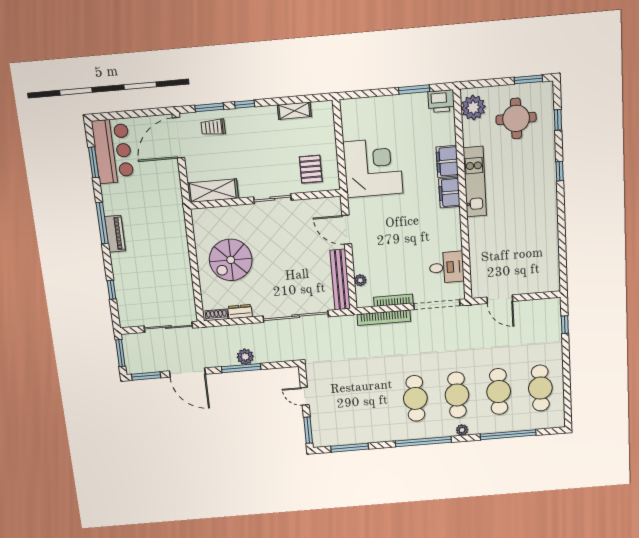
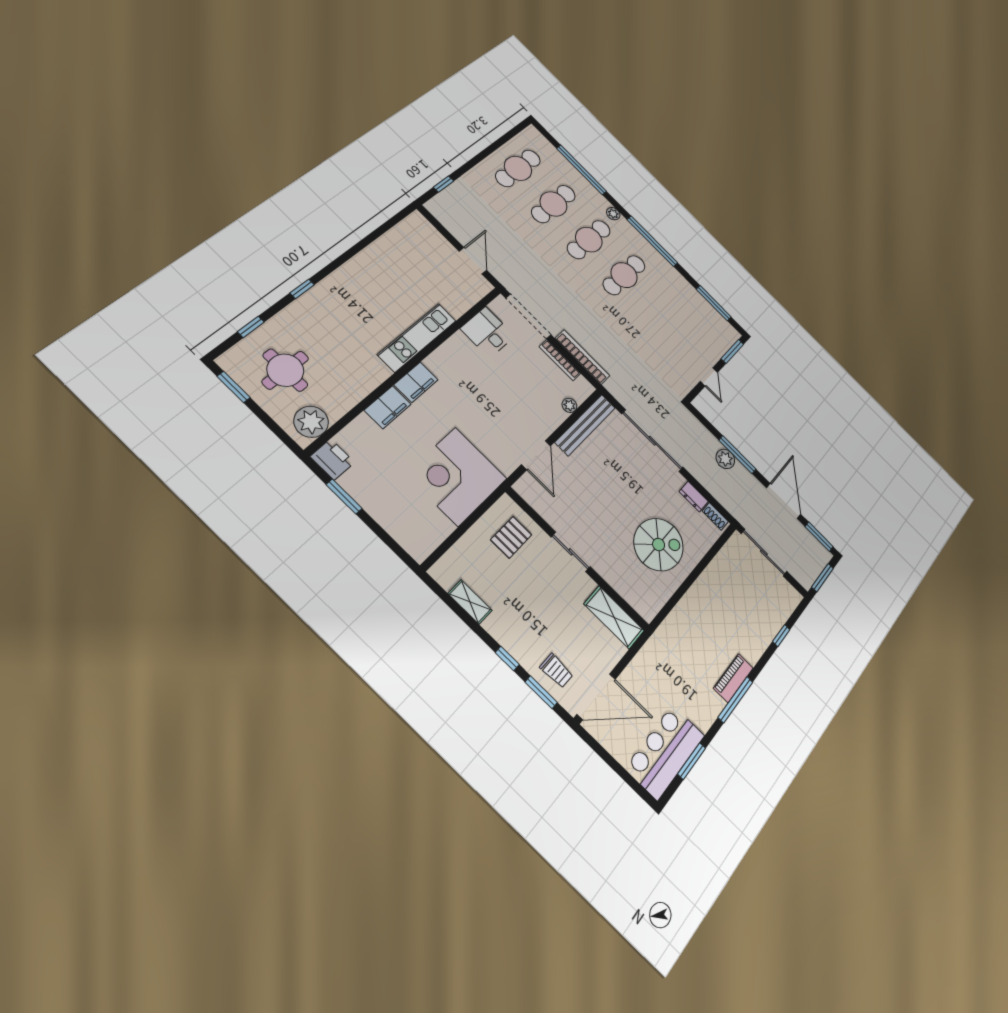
kitchen unit: (475, 182) -> (417, 338), moved

